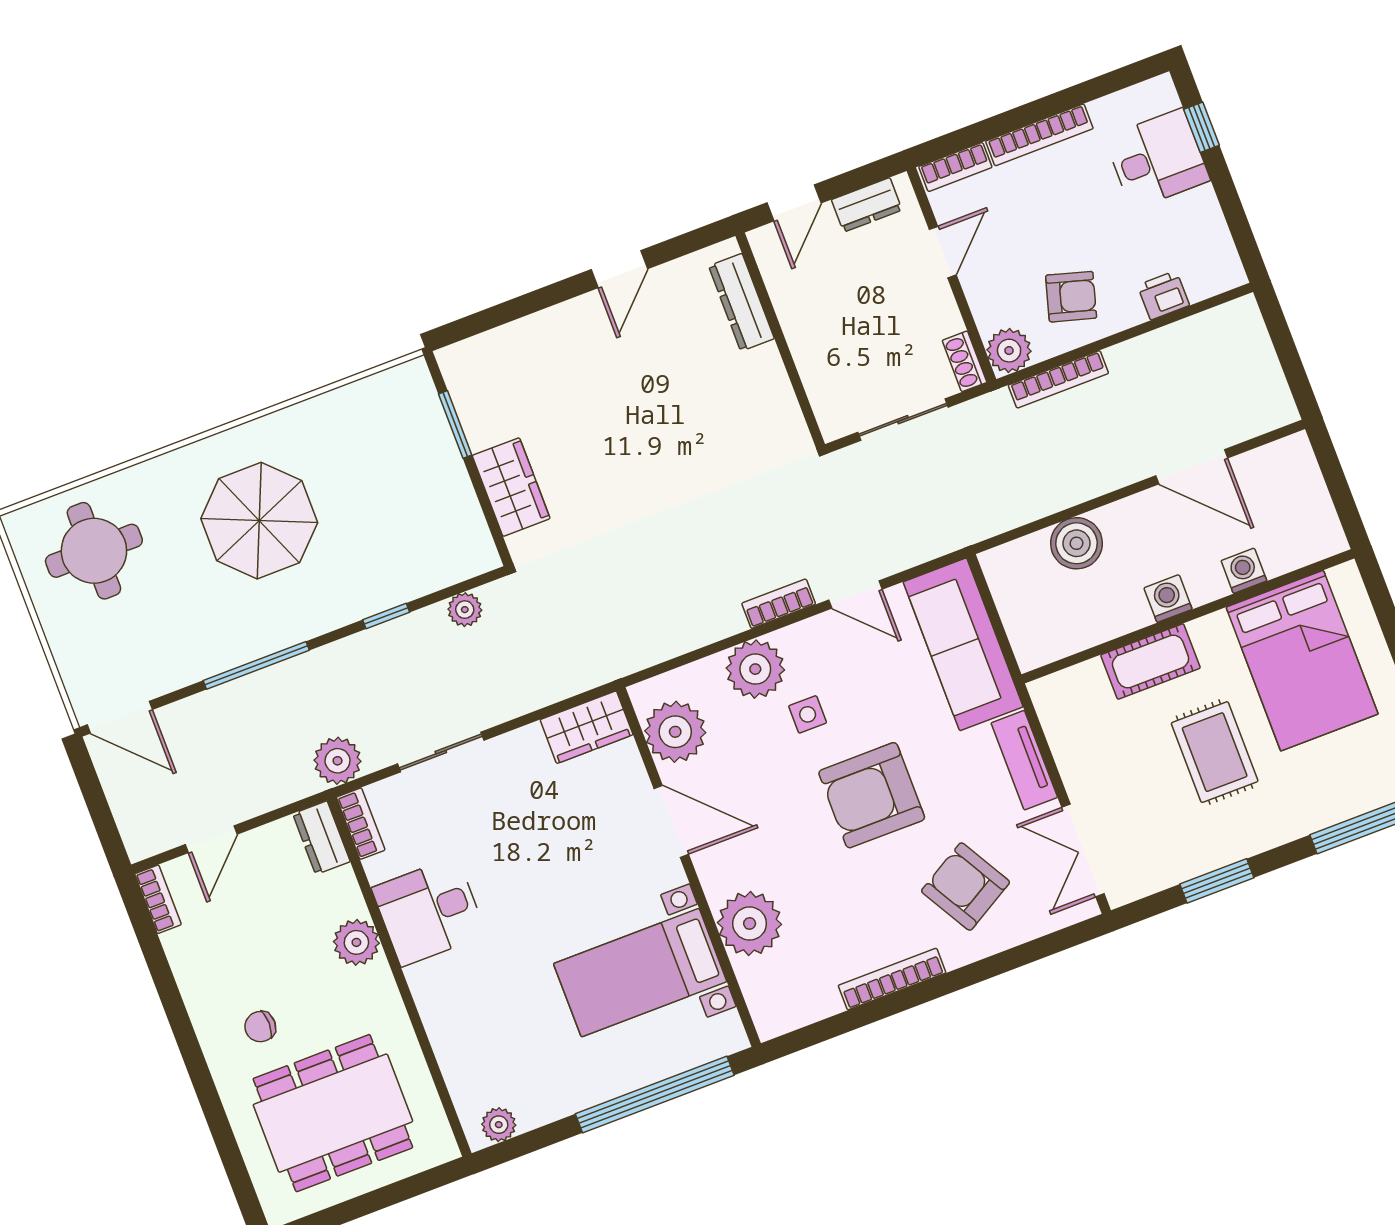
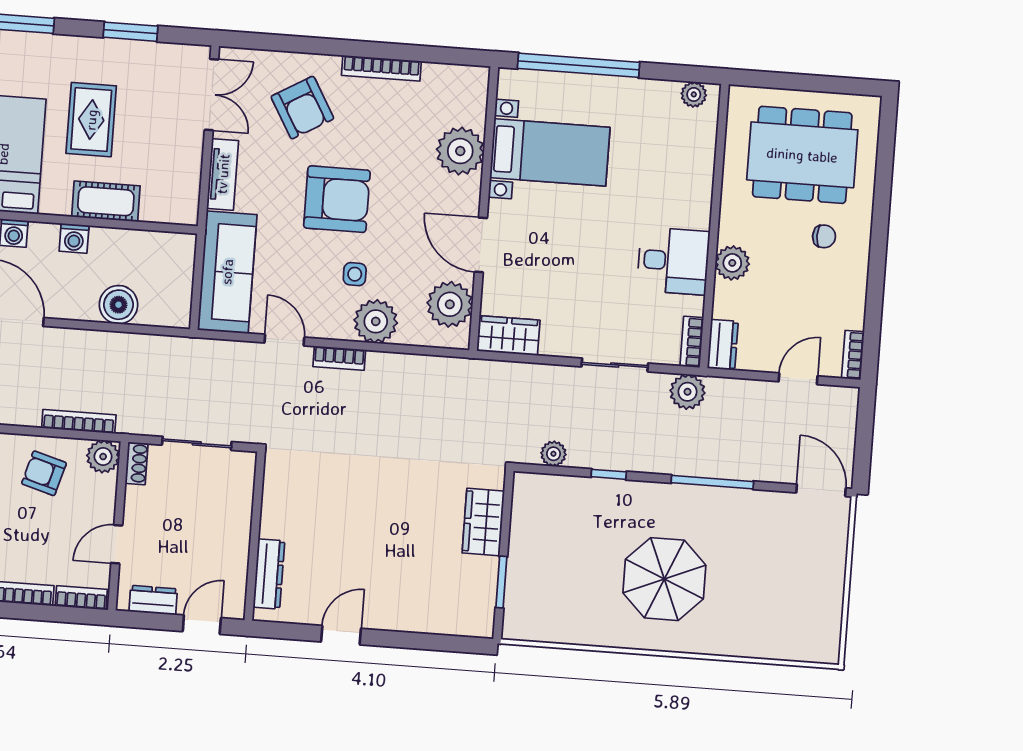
round table: (94, 551) -> (786, 611), removed

